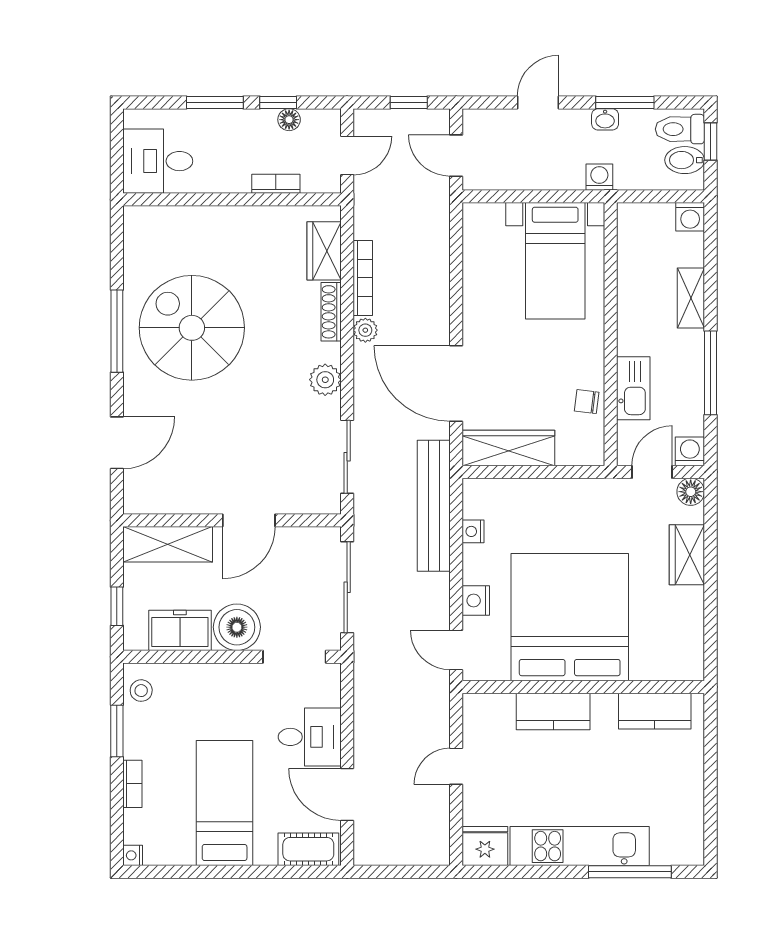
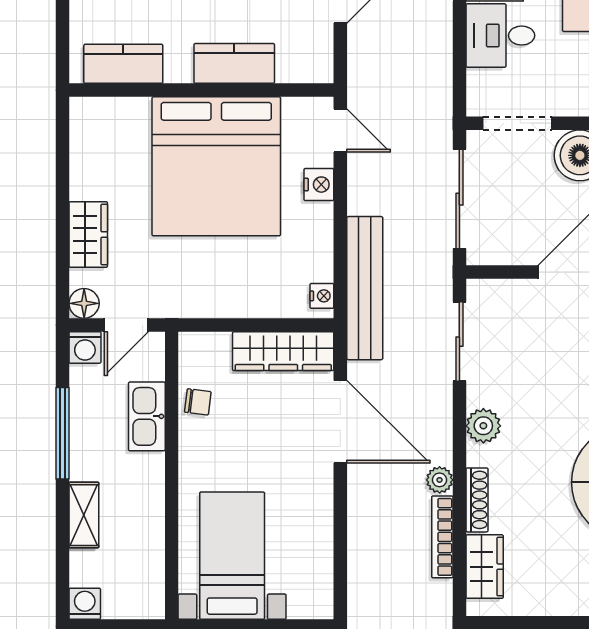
nightstand: (473, 531) -> (322, 296), moved

